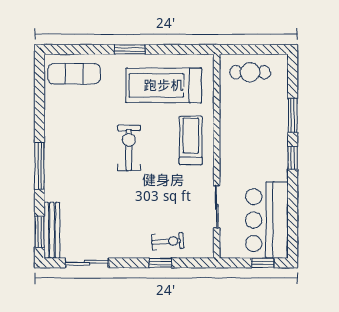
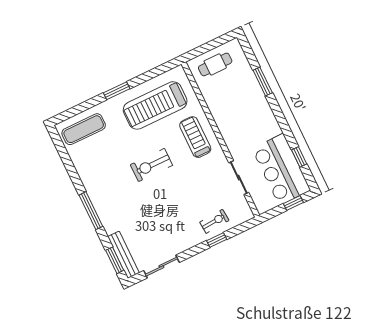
exercise bike: (129, 148) -> (151, 165), turned -90
window: (293, 158) -> (299, 157), moved

